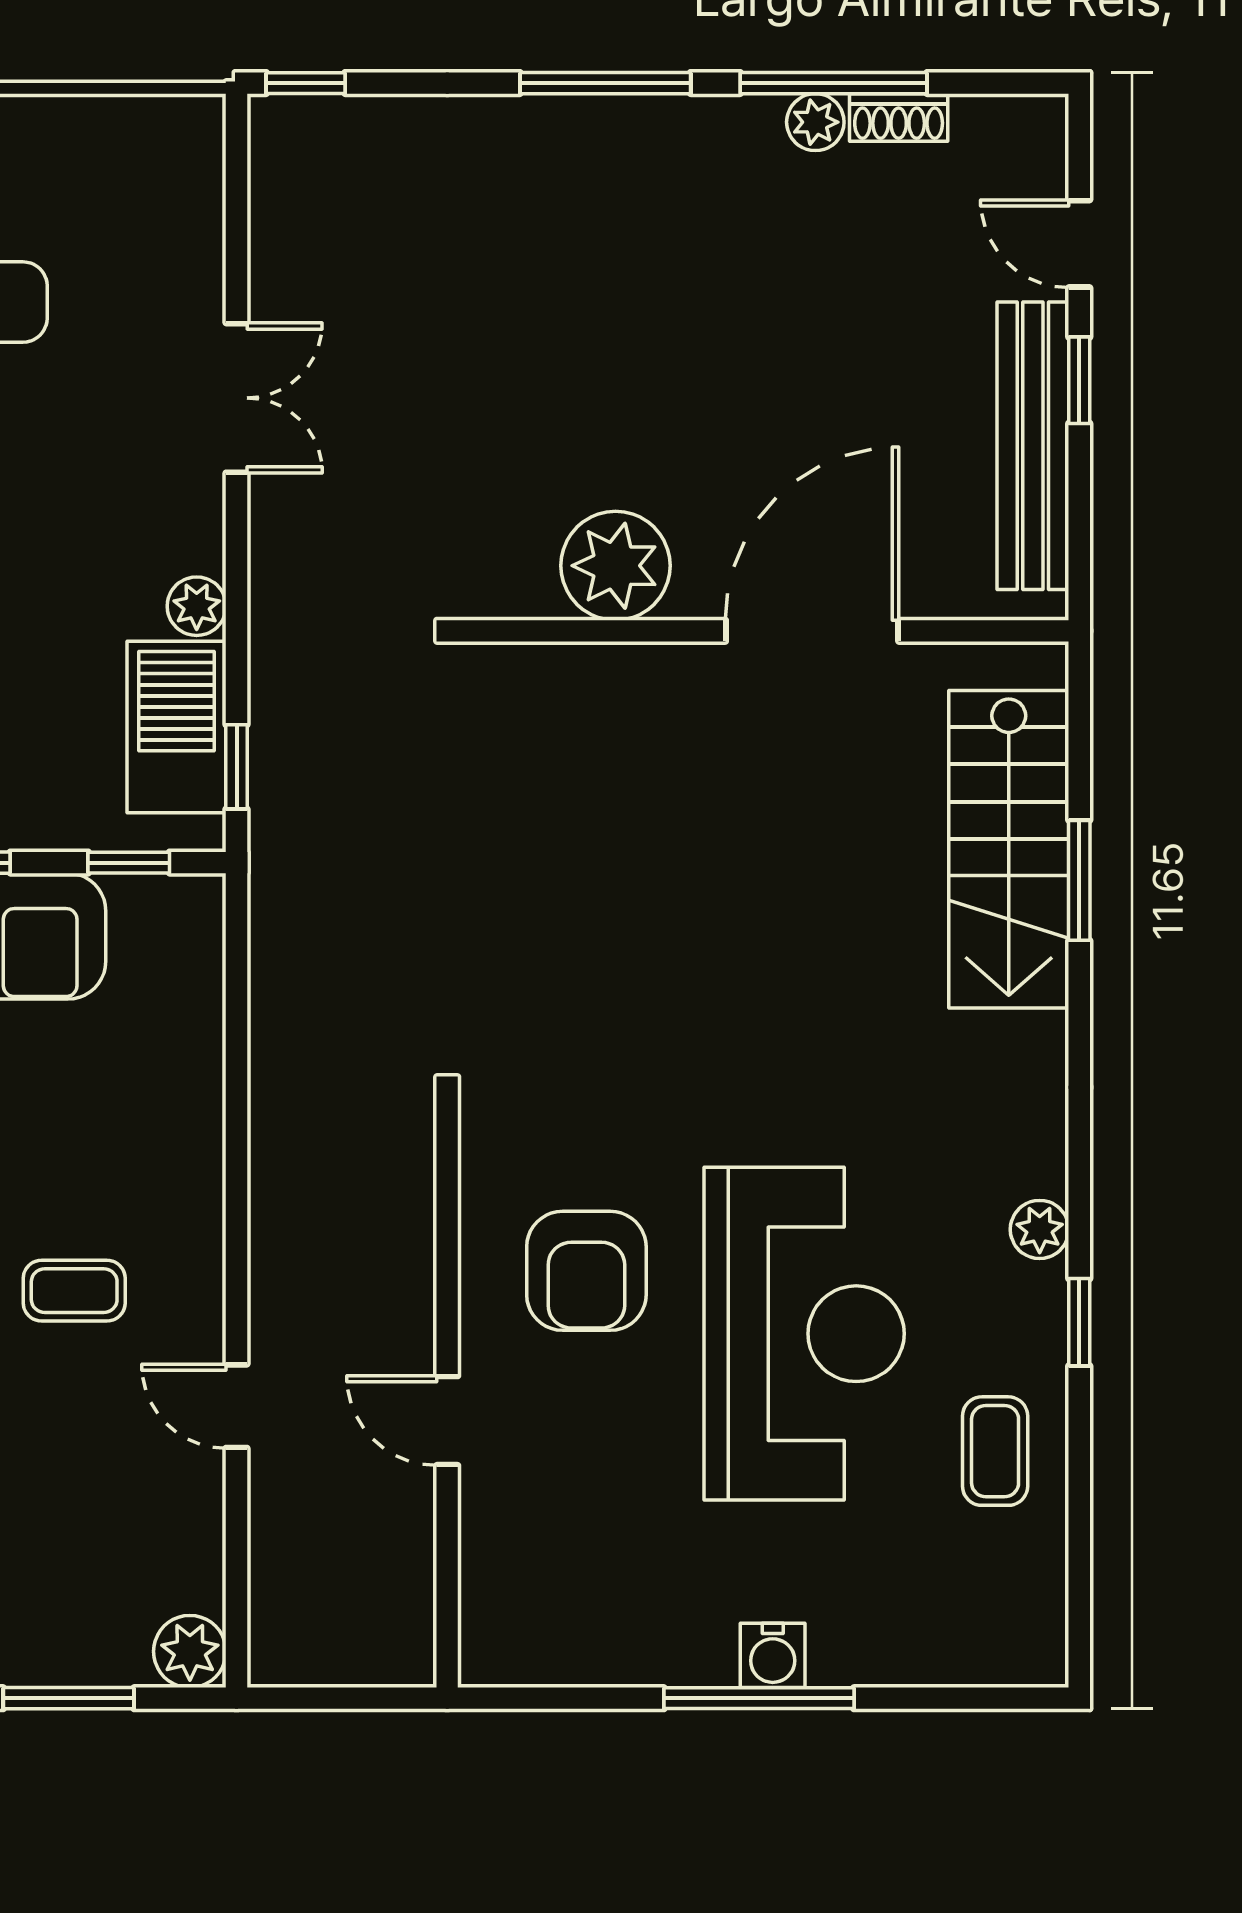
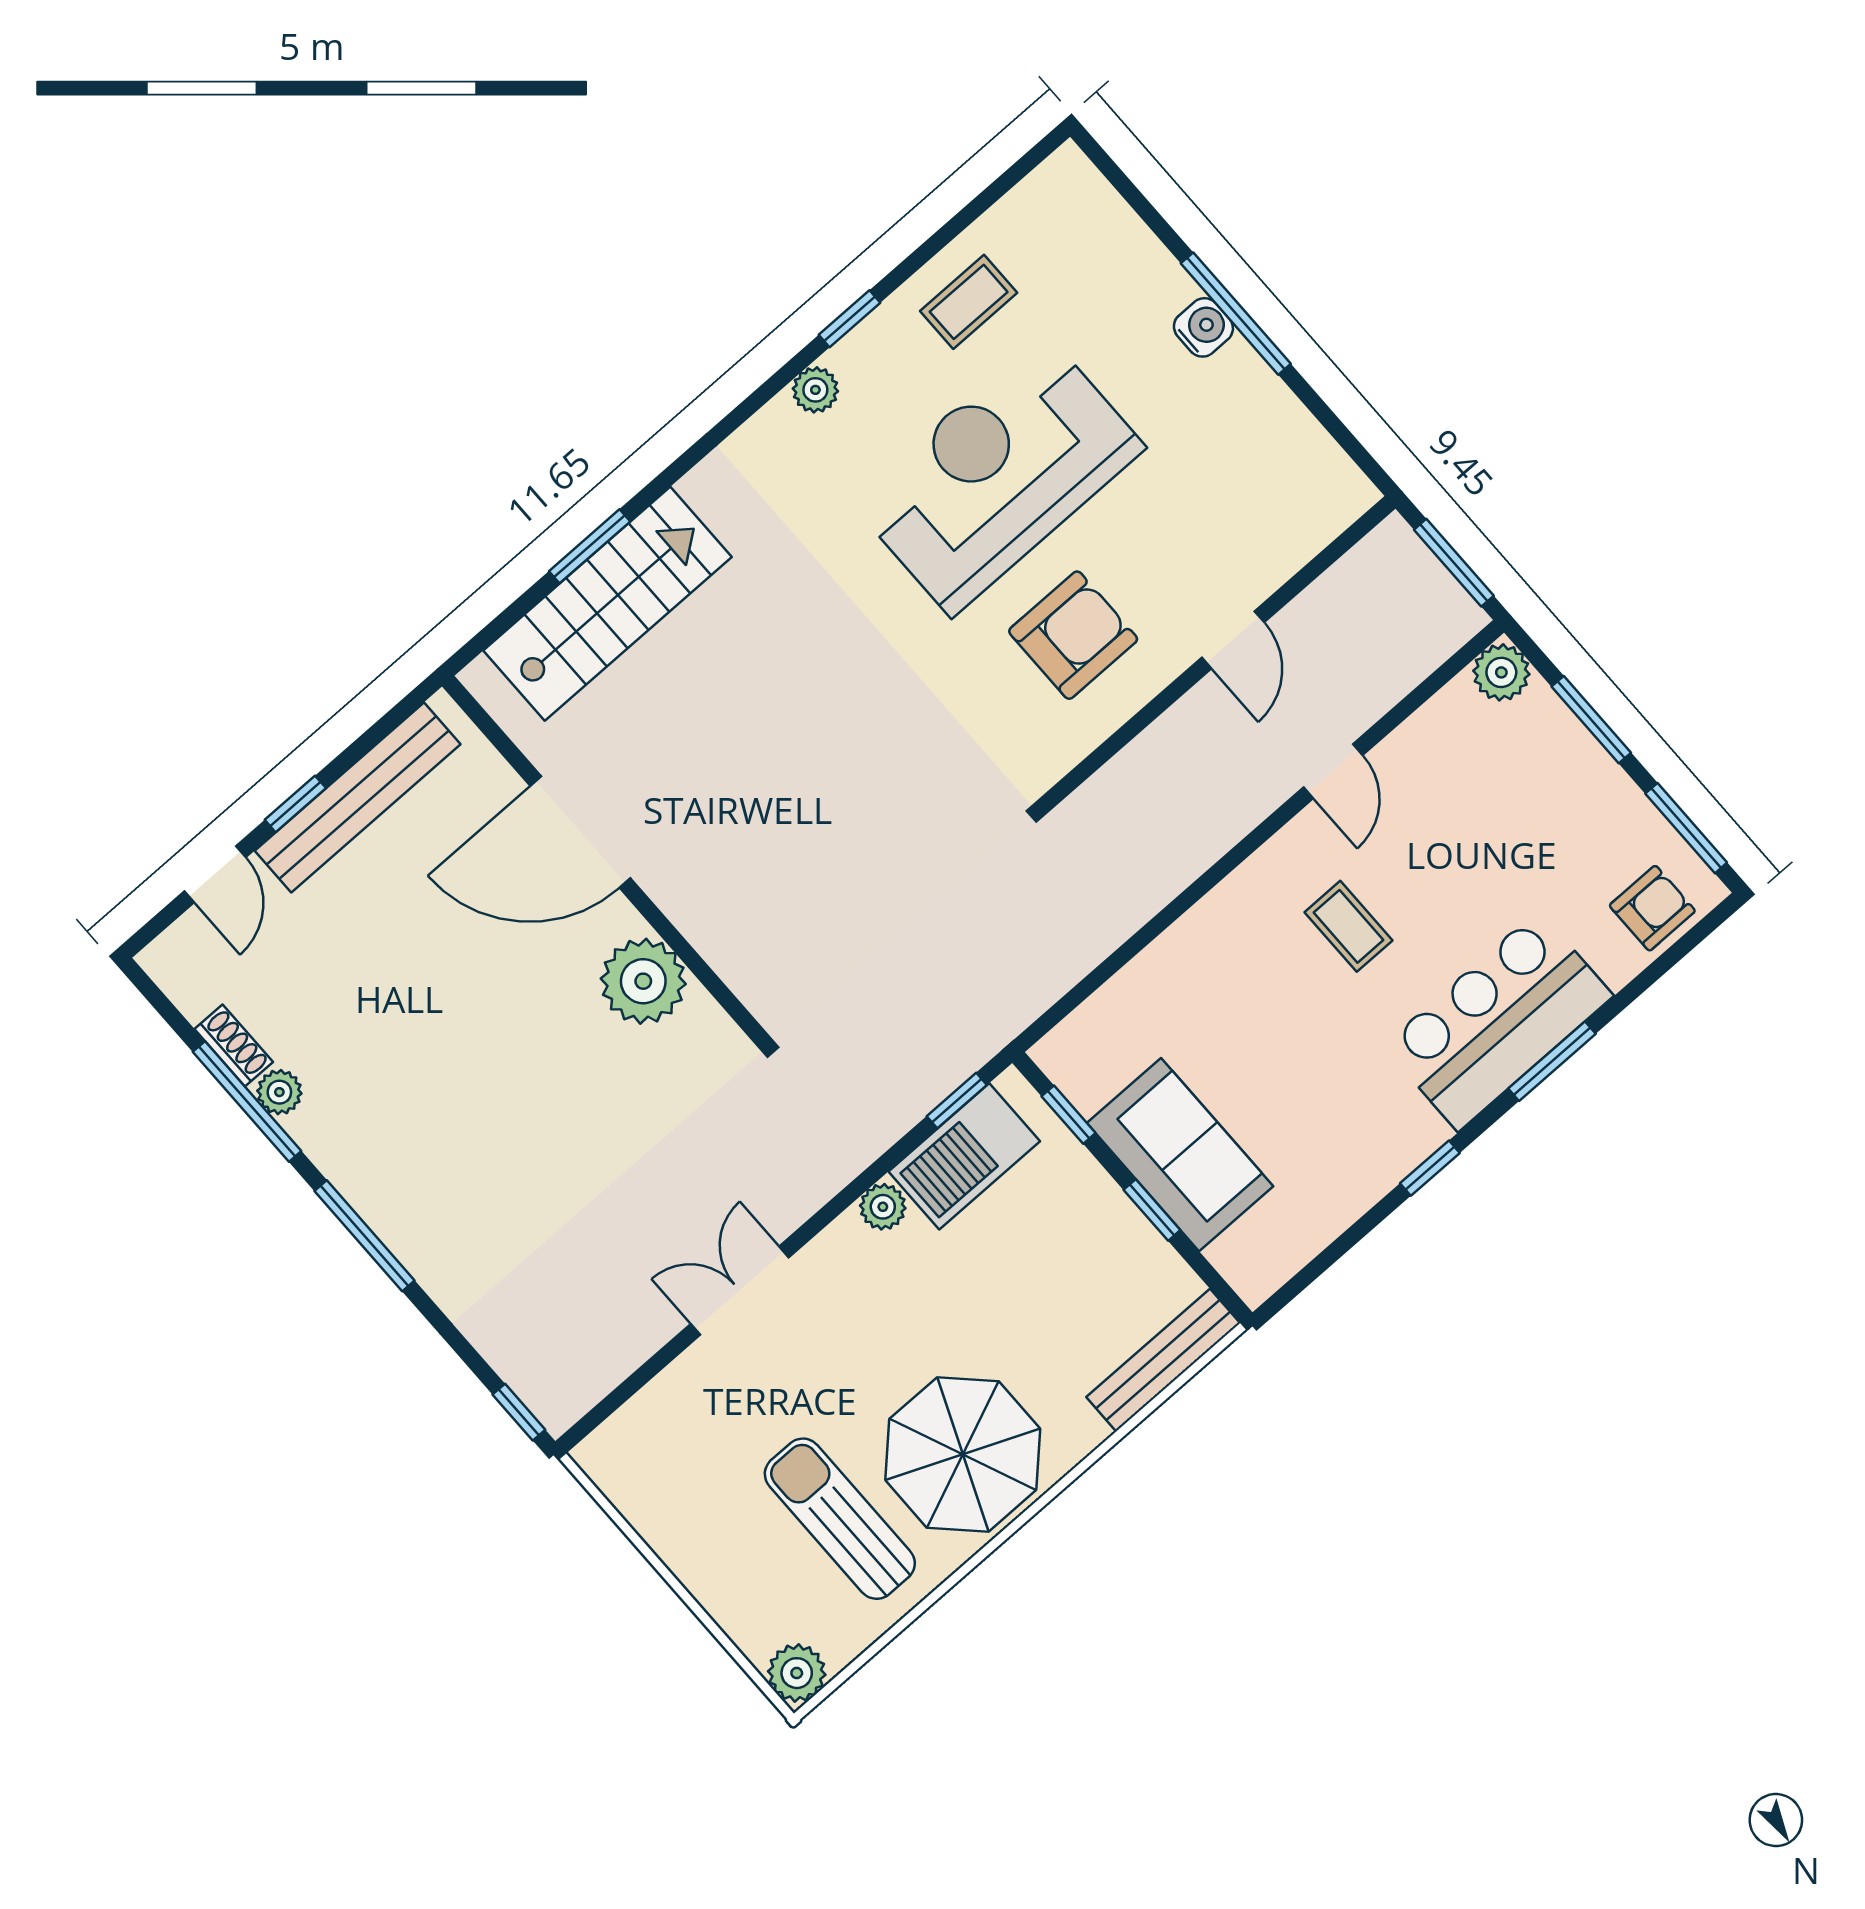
window: (335, 1698) -> (1454, 563), added

